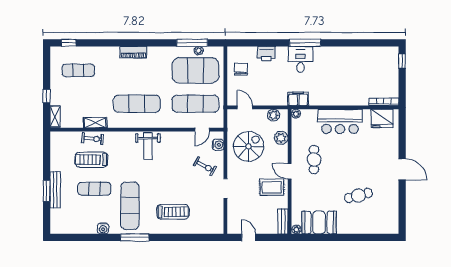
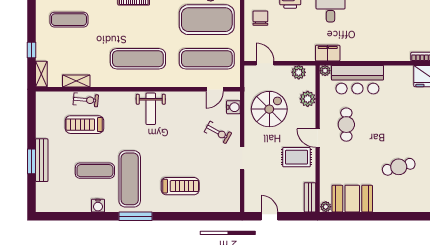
bar counter: (340, 121) -> (357, 80), moved
shelving: (95, 123) -> (76, 81), moved
exercise mat: (94, 189) -> (95, 171), moved

